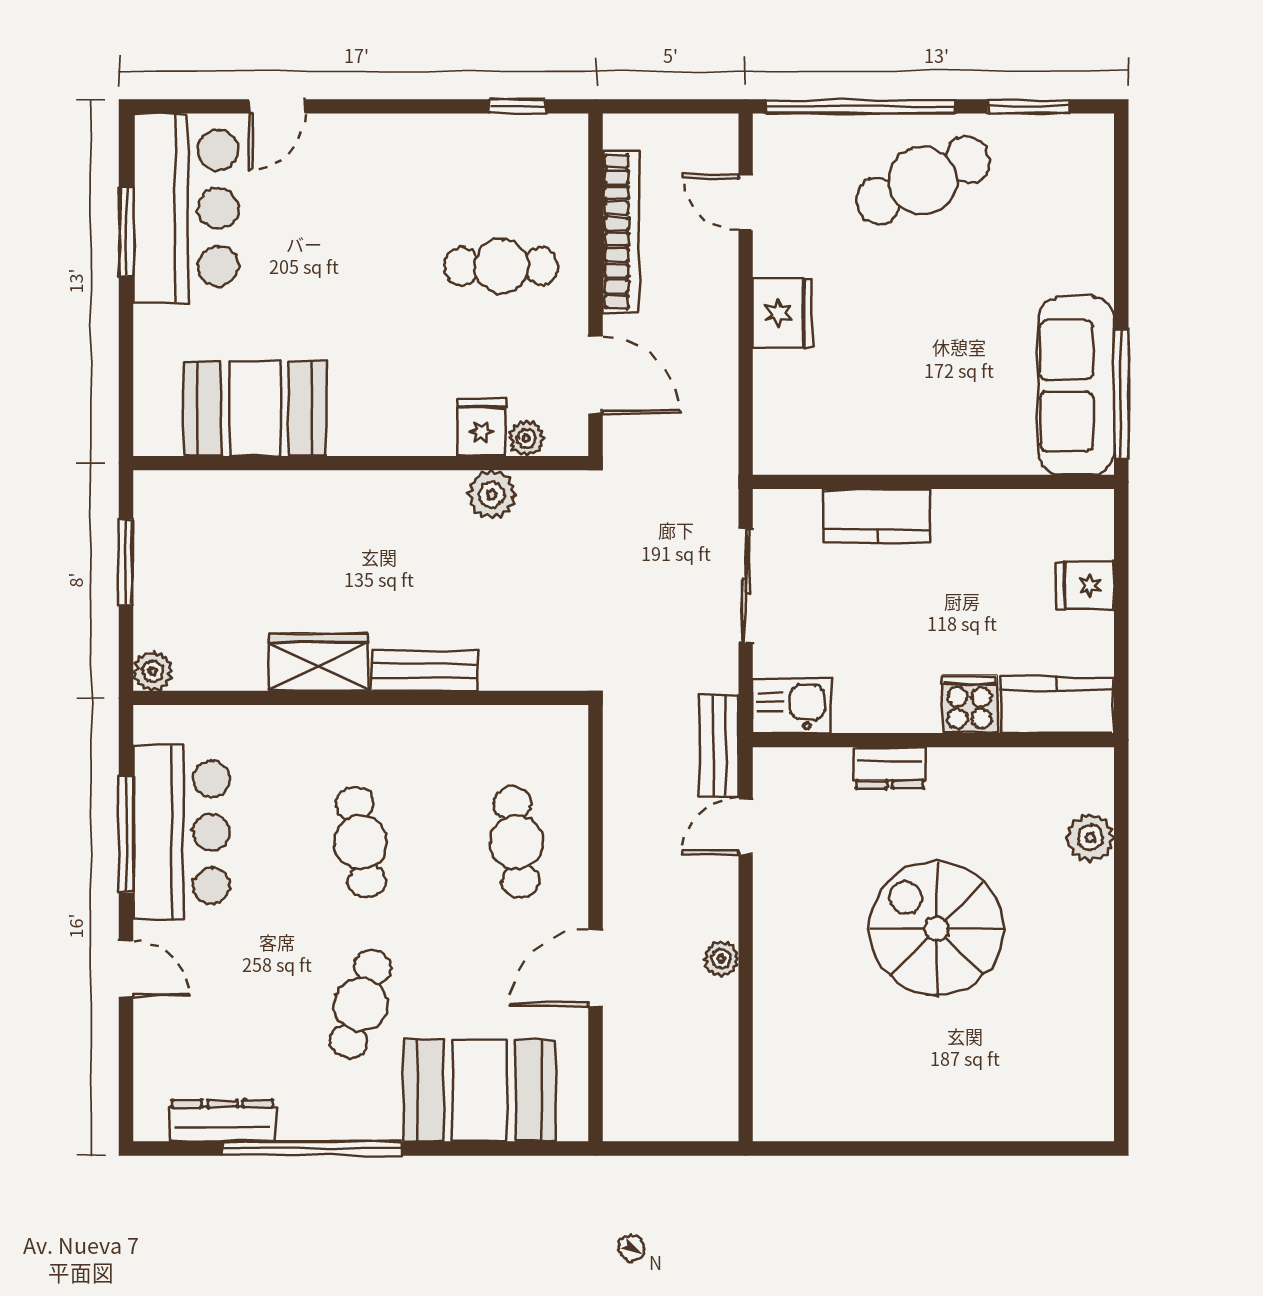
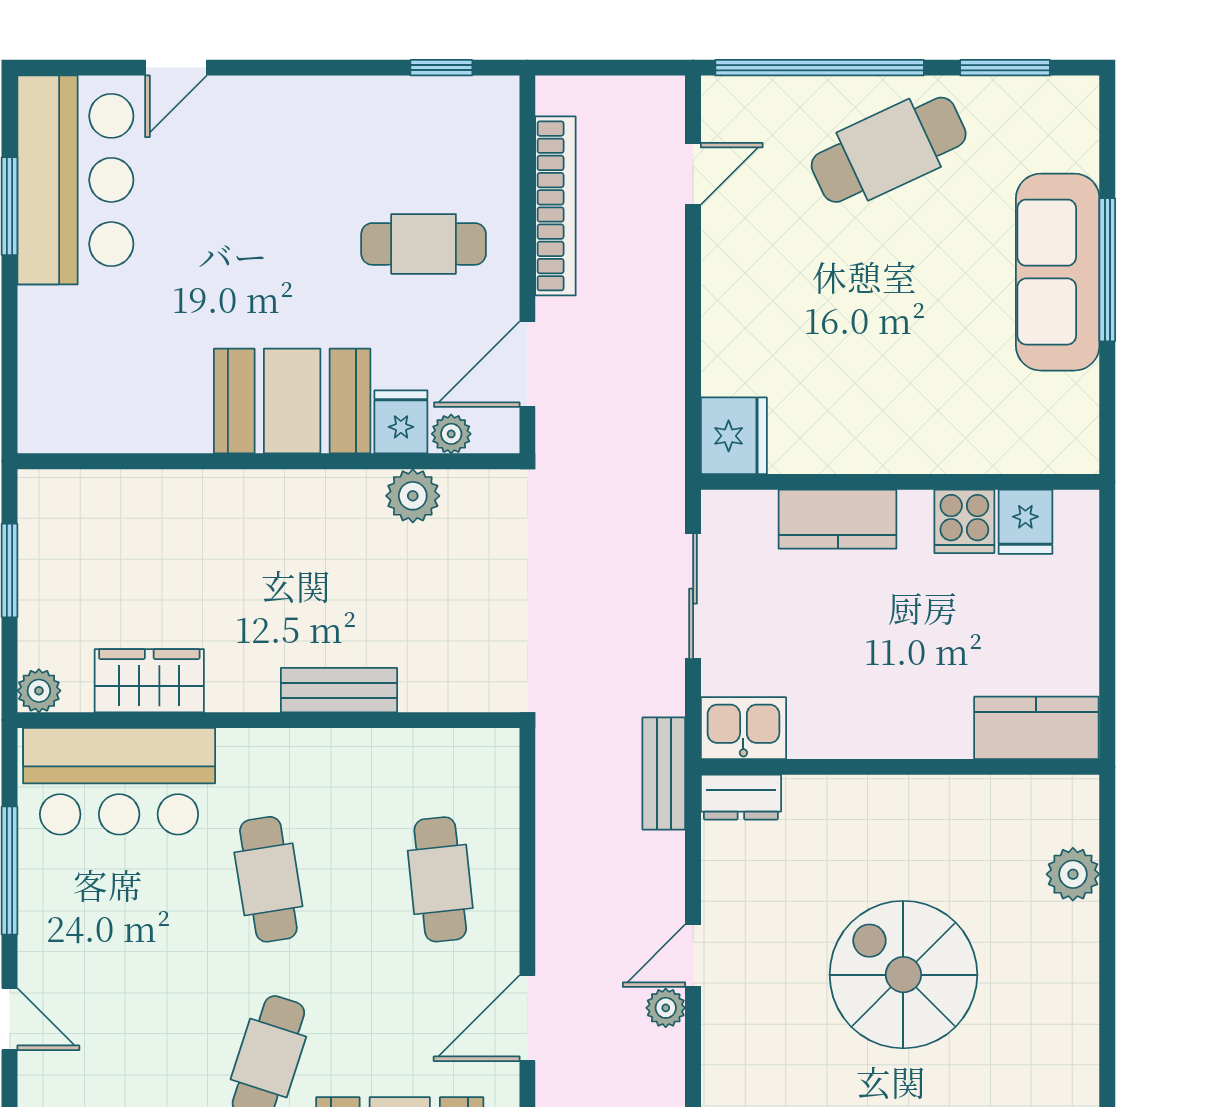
door: (746, 202) -> (693, 174), swing flipped
fridge: (783, 313) -> (734, 436), moved
door: (595, 375) -> (527, 364), swing flipped
sofa: (1076, 386) -> (1058, 272), moved
window: (1121, 394) -> (1107, 270), moved
booth: (255, 408) -> (292, 401), moved
fridge: (1085, 586) -> (1025, 522), moved, turned -90
wardrobe: (319, 662) -> (149, 681), moved
cooker: (970, 704) -> (964, 521), moved, turned 180
dresser: (890, 768) -> (741, 797), moved
door: (746, 826) -> (693, 956), moved
bar counter: (181, 833) -> (119, 781), moved, turned 90

